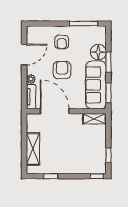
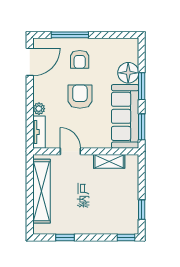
window: (84, 24) -> (70, 35), moved
door: (24, 55) -> (30, 62), moved
door: (55, 111) -> (70, 151), width x0.53
shelving: (94, 119) -> (109, 161), moved
shelving: (33, 149) -> (42, 191), width x1.47

